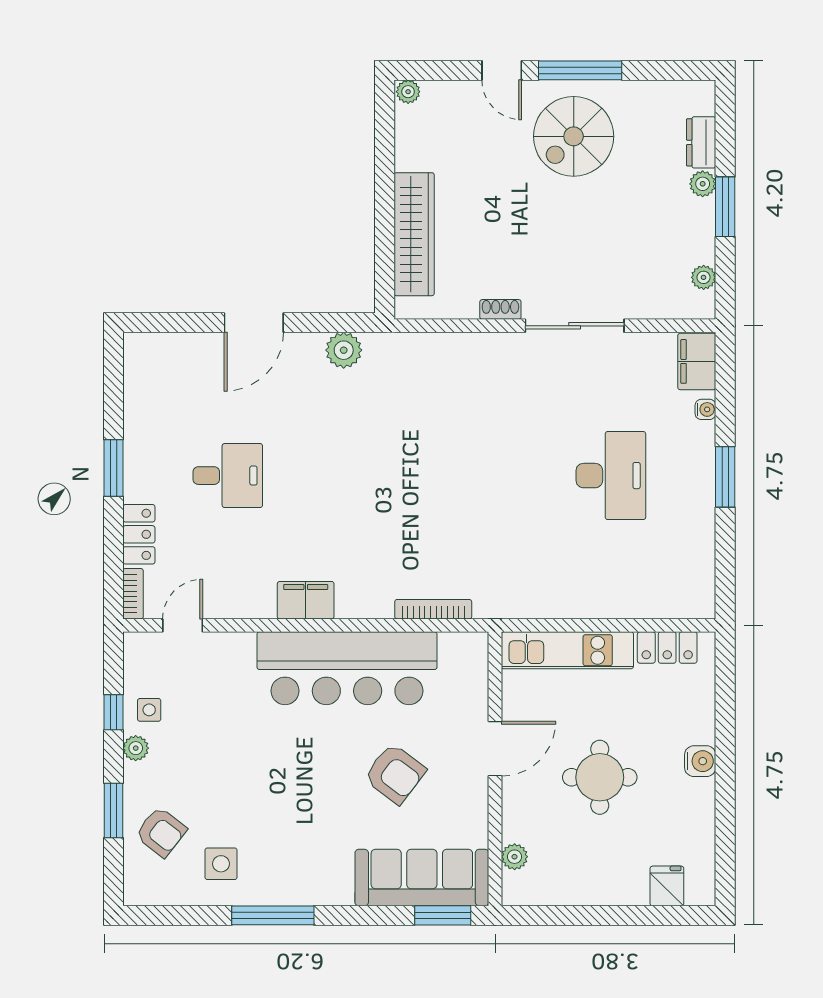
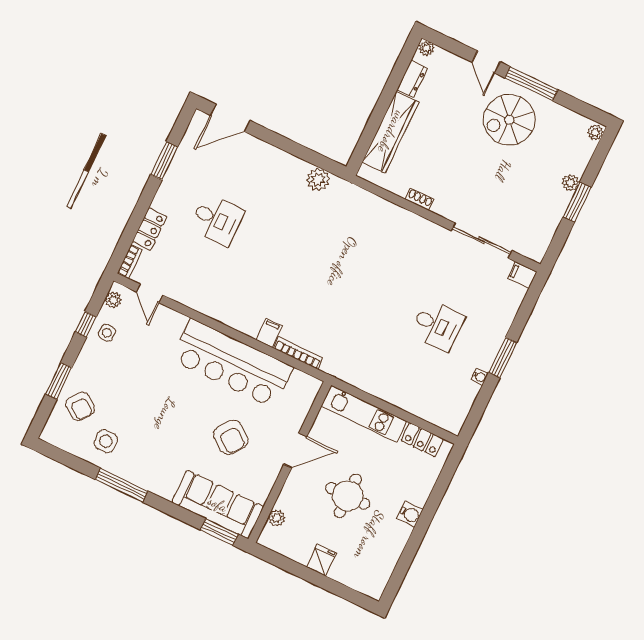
dresser: (701, 142) -> (412, 79), moved, turned 180
plant: (704, 277) -> (595, 132), moved
door: (254, 323) -> (230, 118), moved
sliding door: (575, 326) -> (481, 240), moved
filing cabinet: (697, 361) -> (522, 275), width x0.50
water cooler: (705, 409) -> (480, 377), moved
window: (113, 468) -> (164, 161), moved
desk: (611, 476) -> (437, 325), width x0.73
filing cabinet: (306, 600) -> (269, 333), moved, width x0.50
door: (183, 625) -> (150, 293), swing flipped
plant: (136, 748) -> (113, 300), moved
fridge: (667, 886) -> (322, 560), moved

